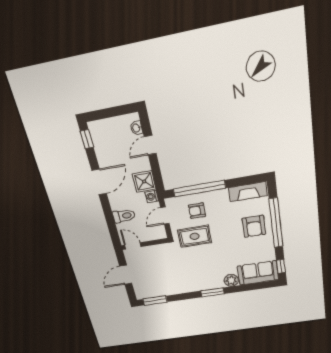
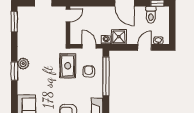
door: (150, 145) -> (145, 47), hinge flipped
toilet: (124, 216) -> (151, 15), moved
plant: (231, 280) -> (23, 64), moved

